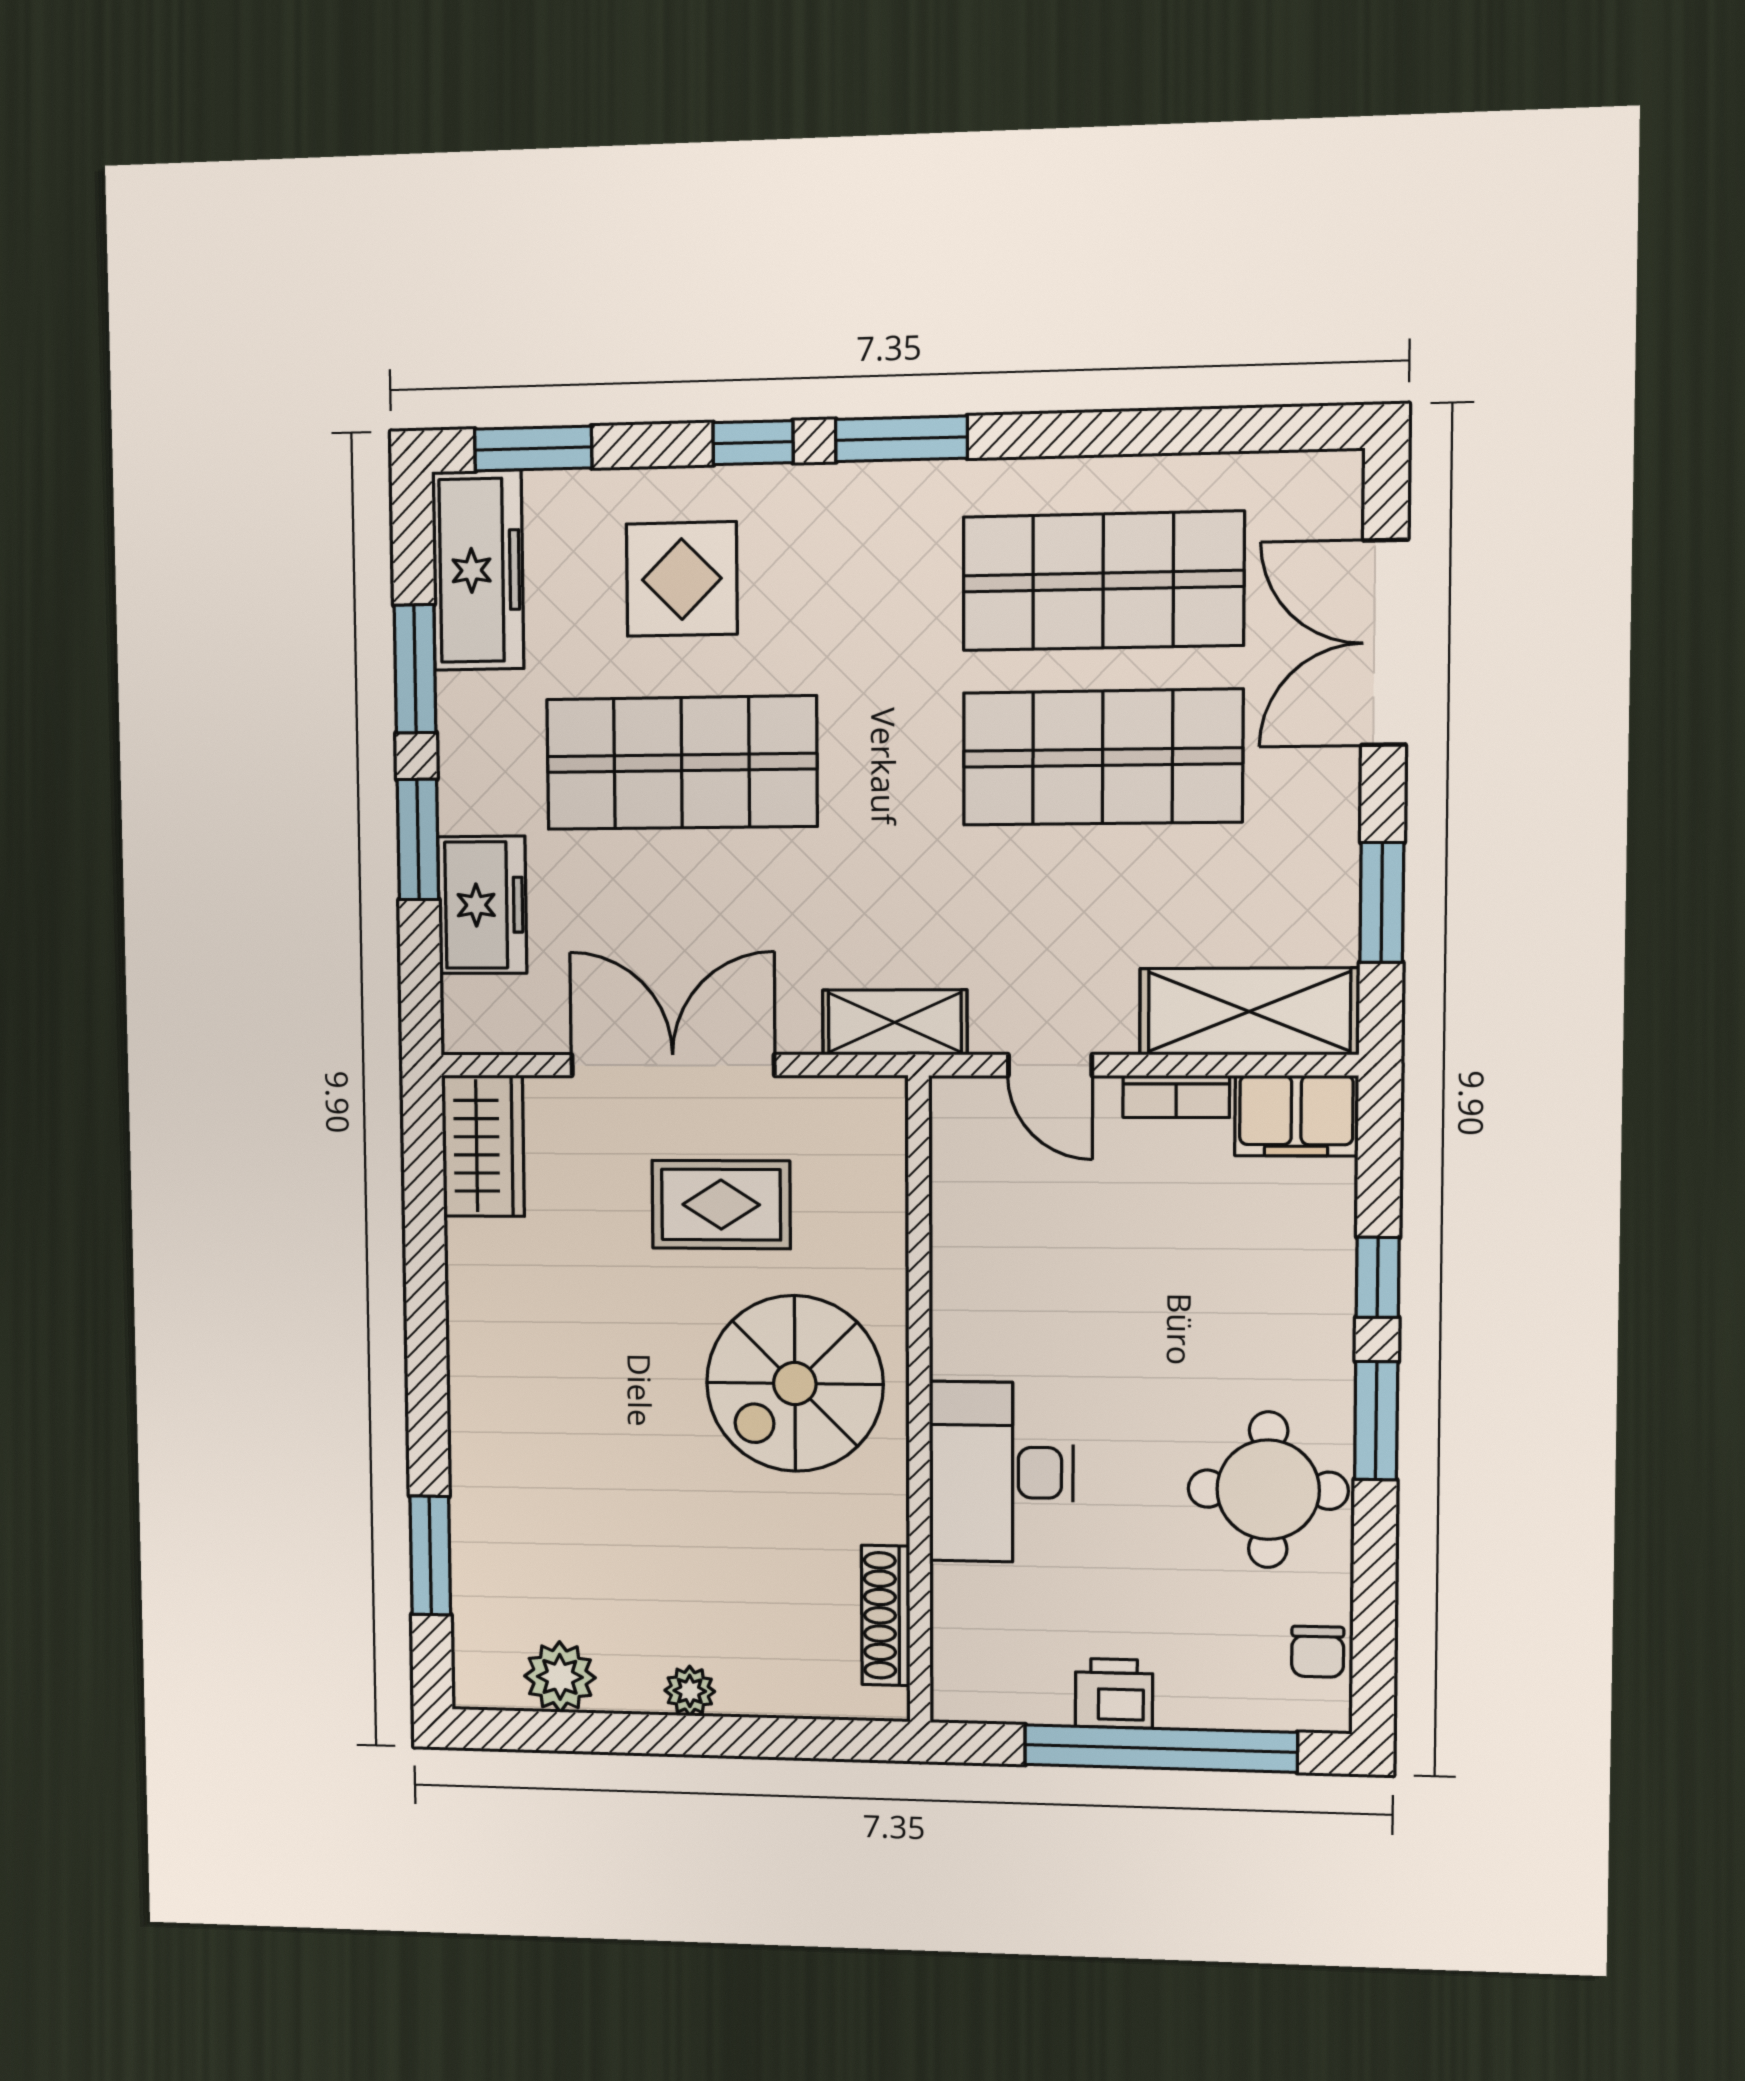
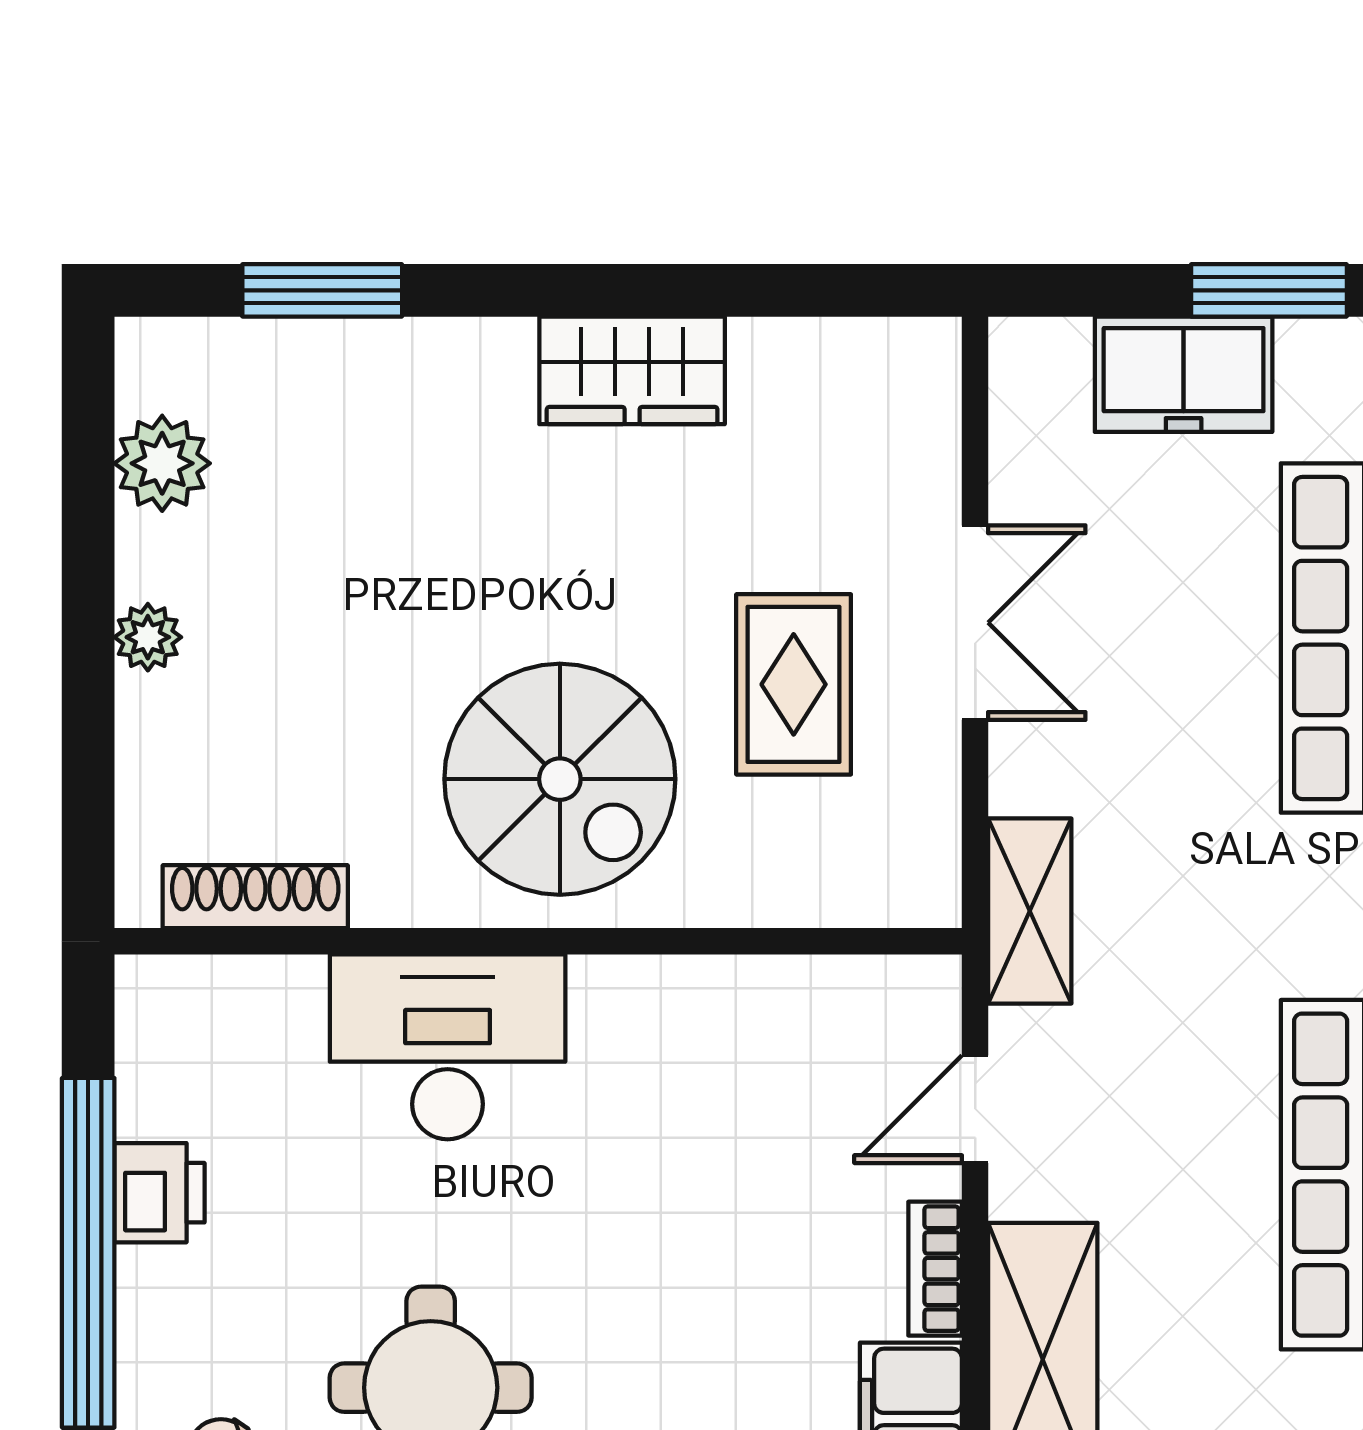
double door: (673, 1065) -> (975, 623), width x0.73
wardrobe: (483, 1146) -> (632, 370), moved
spiral stairs: (795, 1384) -> (560, 779), turned 180

